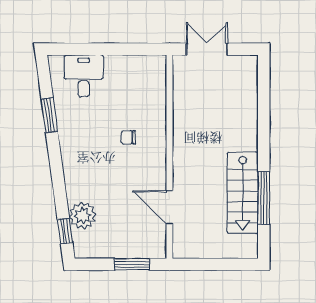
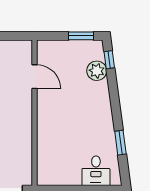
chair: (129, 137) -> (64, 127), removed
window: (132, 264) -> (81, 36), moved

